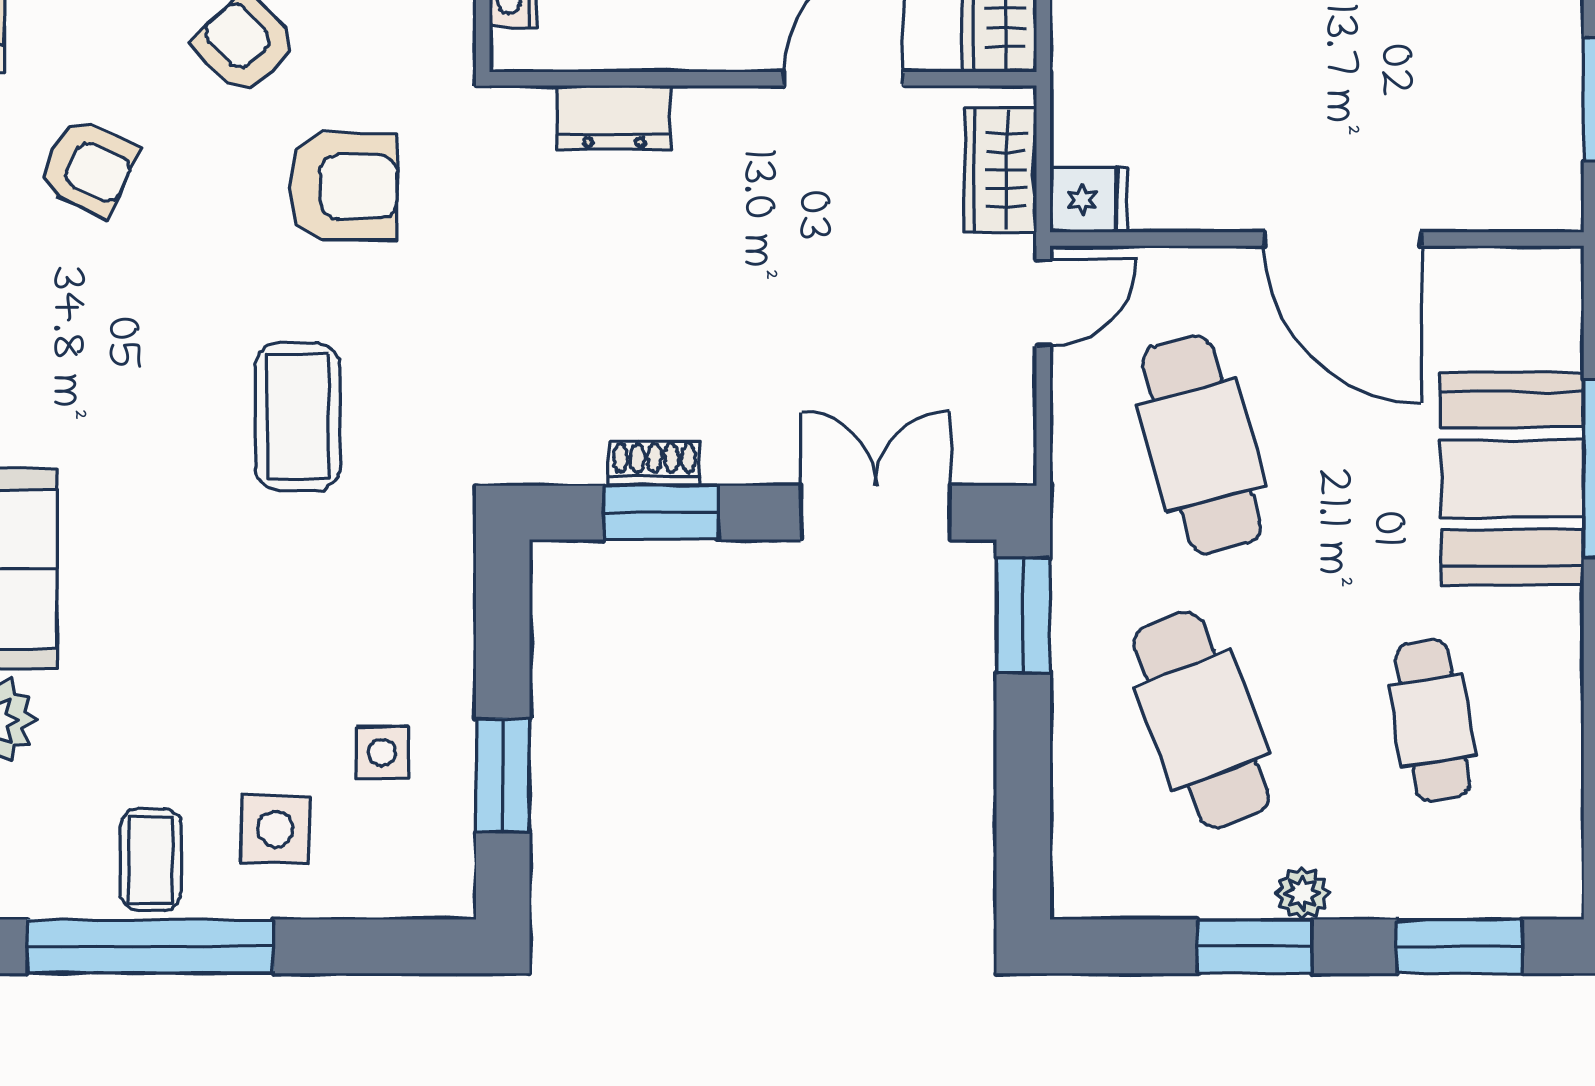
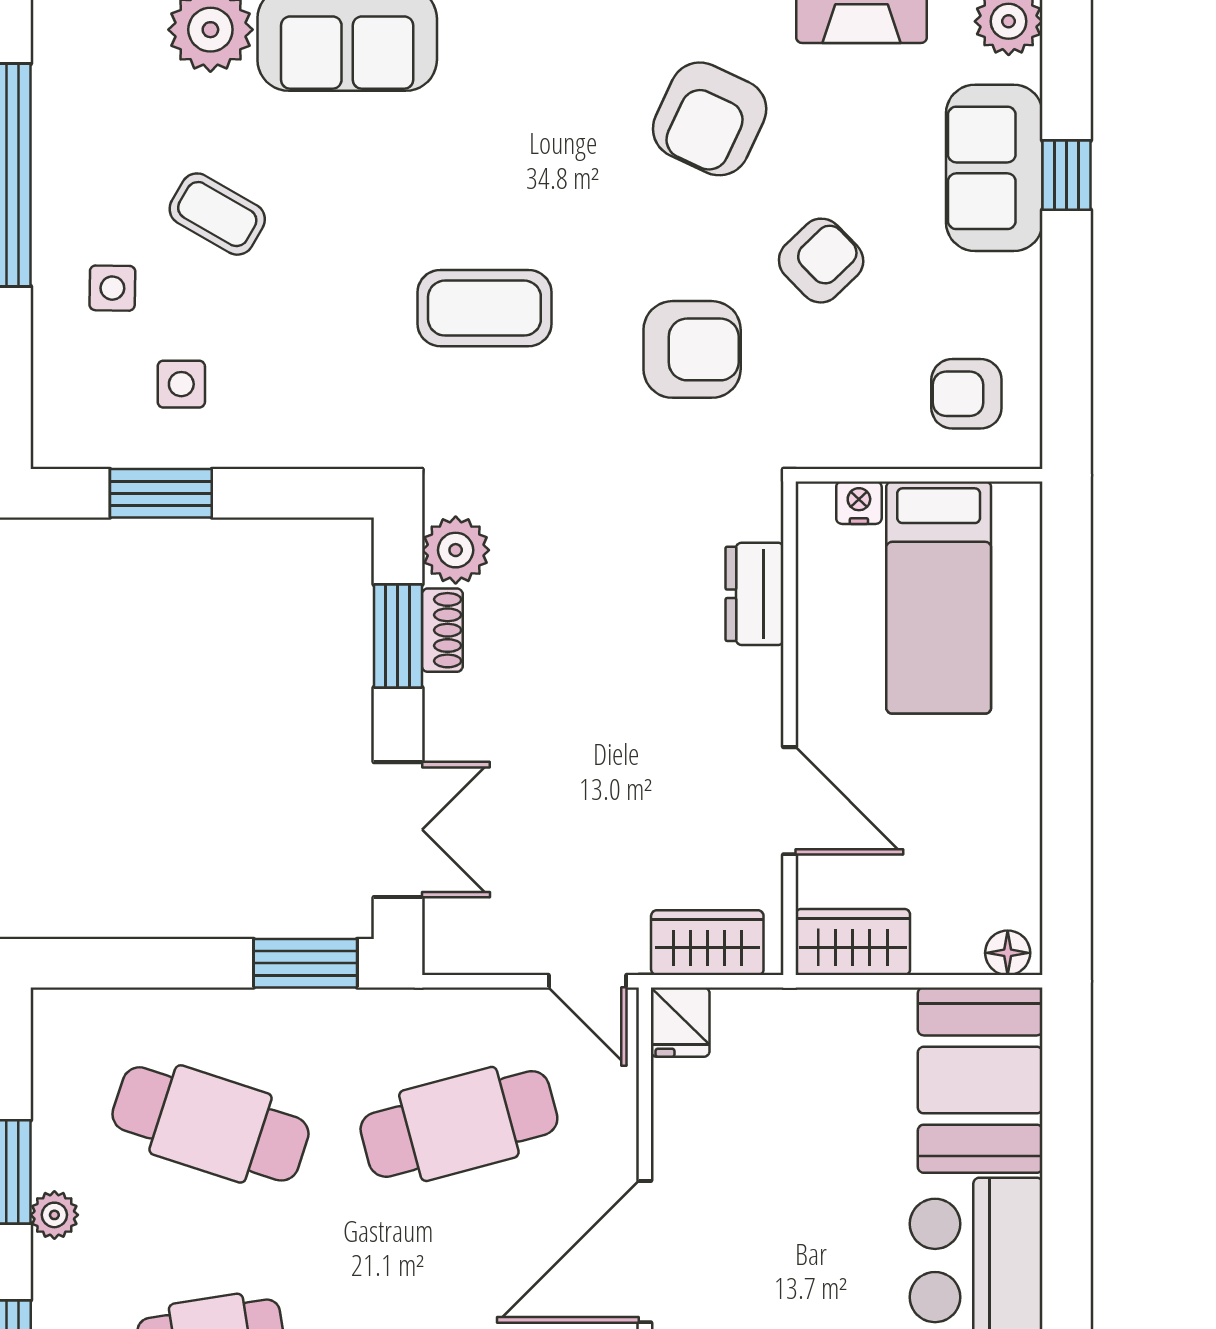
armchair: (88, 167) -> (710, 119), width x1.38, depth x1.38
armchair: (343, 187) -> (692, 349), turned -90
plant: (566, 449) -> (456, 550), added
cafe table: (1201, 720) -> (210, 1124), turned 39
side table: (275, 829) -> (112, 288), width x0.73, depth x0.73
coffee table: (151, 860) -> (217, 214), moved, turned 30

